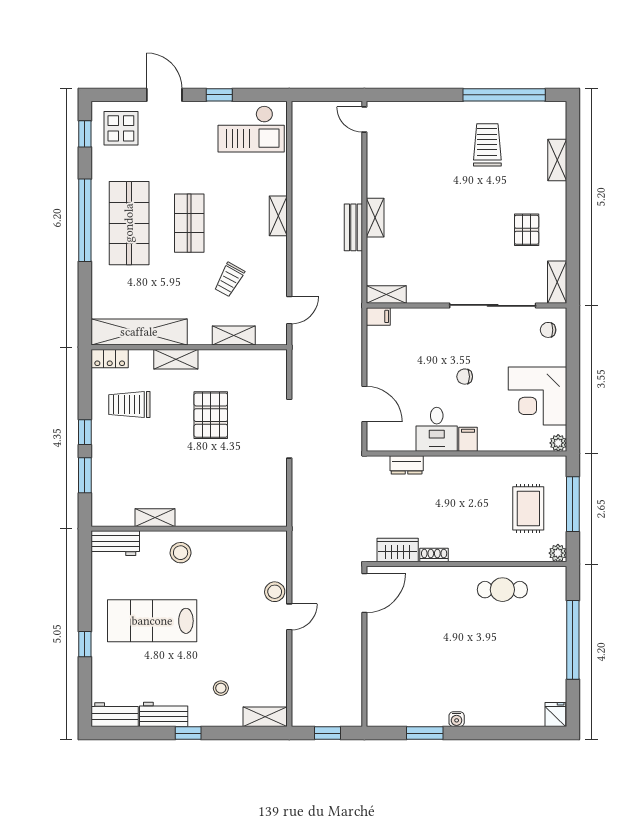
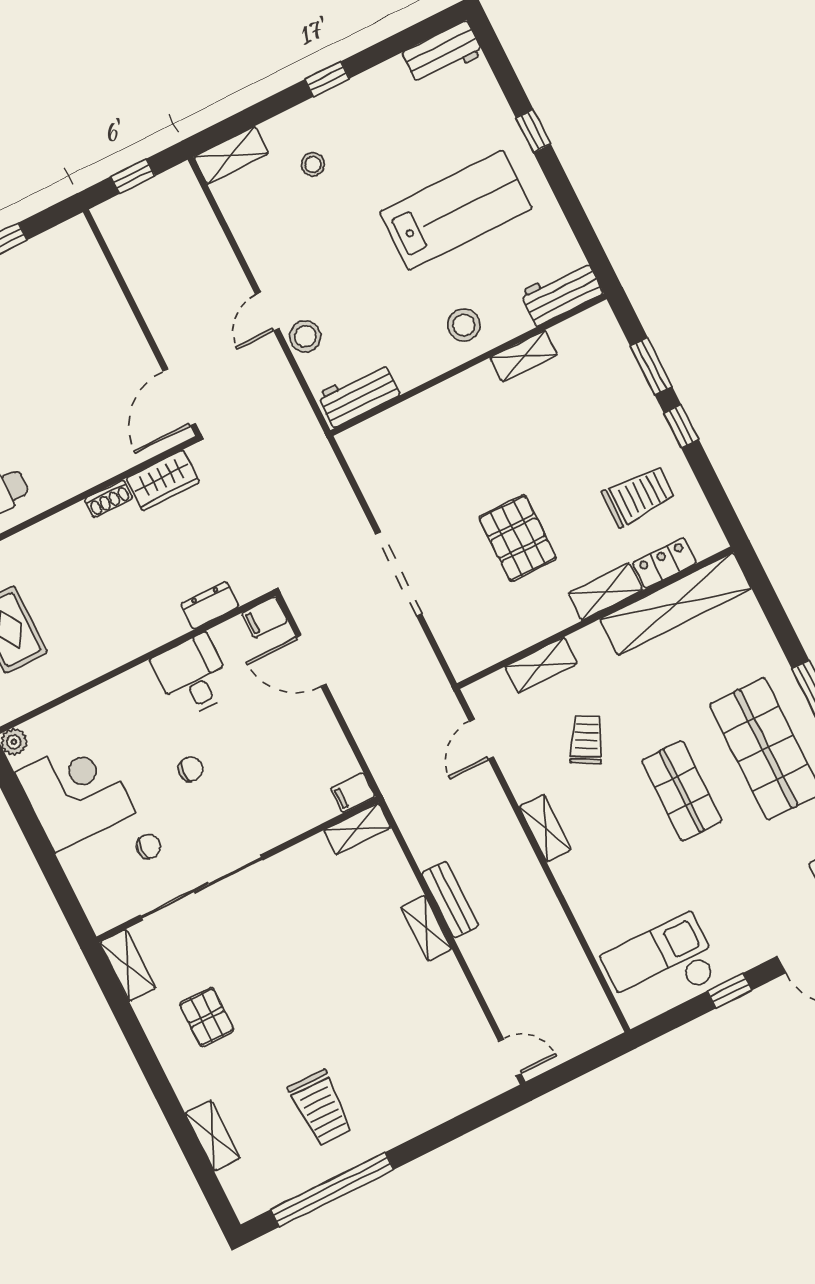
shelving: (278, 216) -> (545, 828), moved
chair: (548, 330) -> (148, 846), moved
locker: (110, 359) -> (664, 563), moved
filing cabinet: (468, 439) -> (265, 617), moved, turned 90
workbench: (164, 714) -> (359, 394), moved, turned 180

